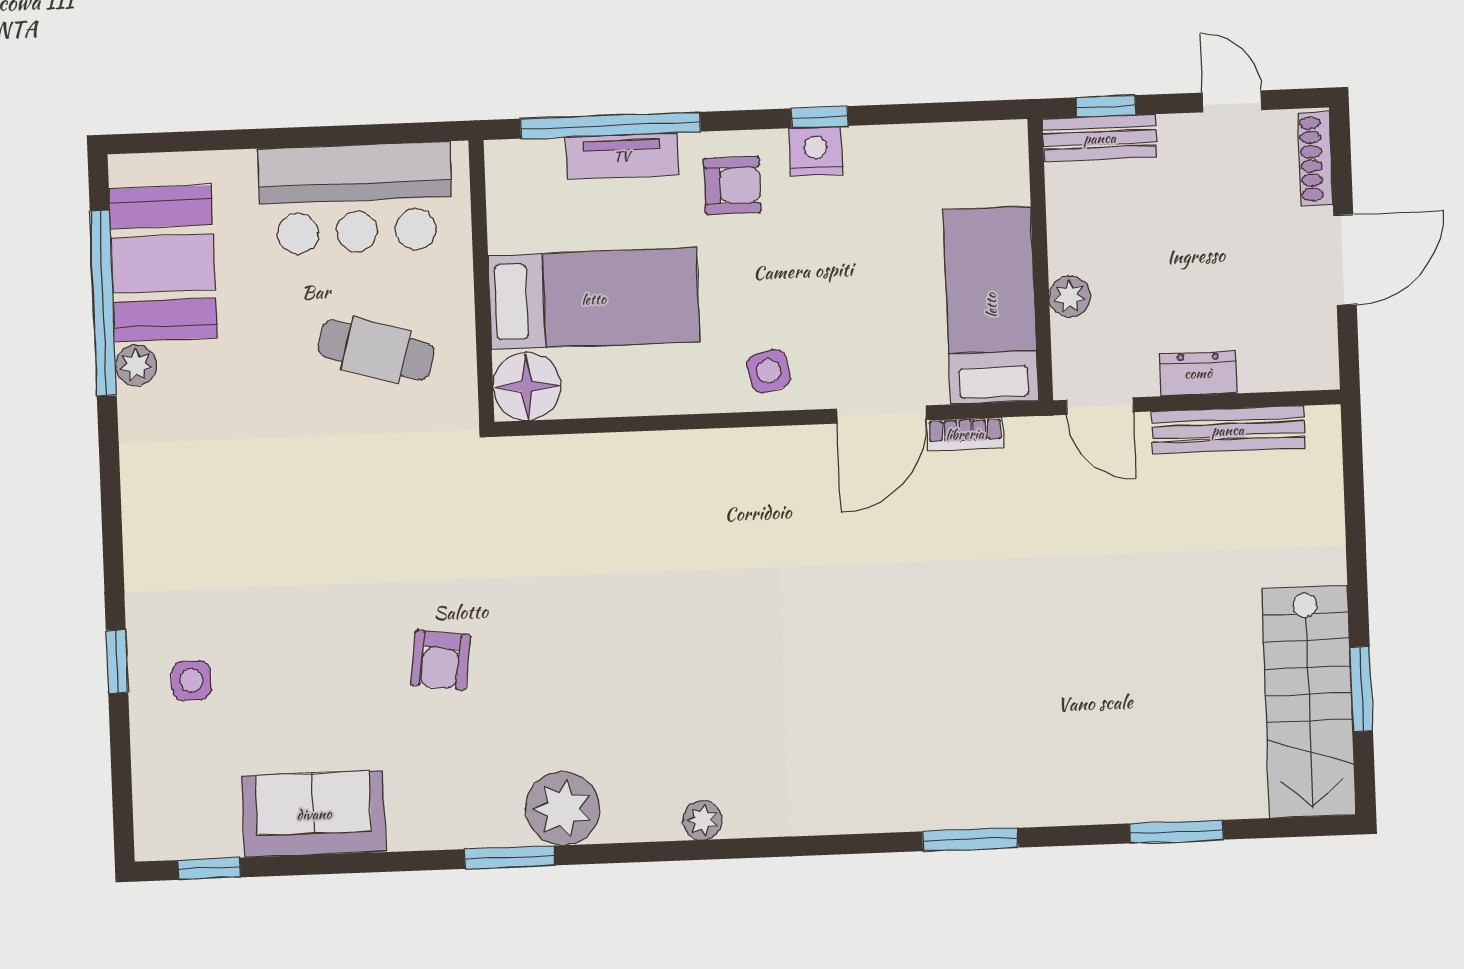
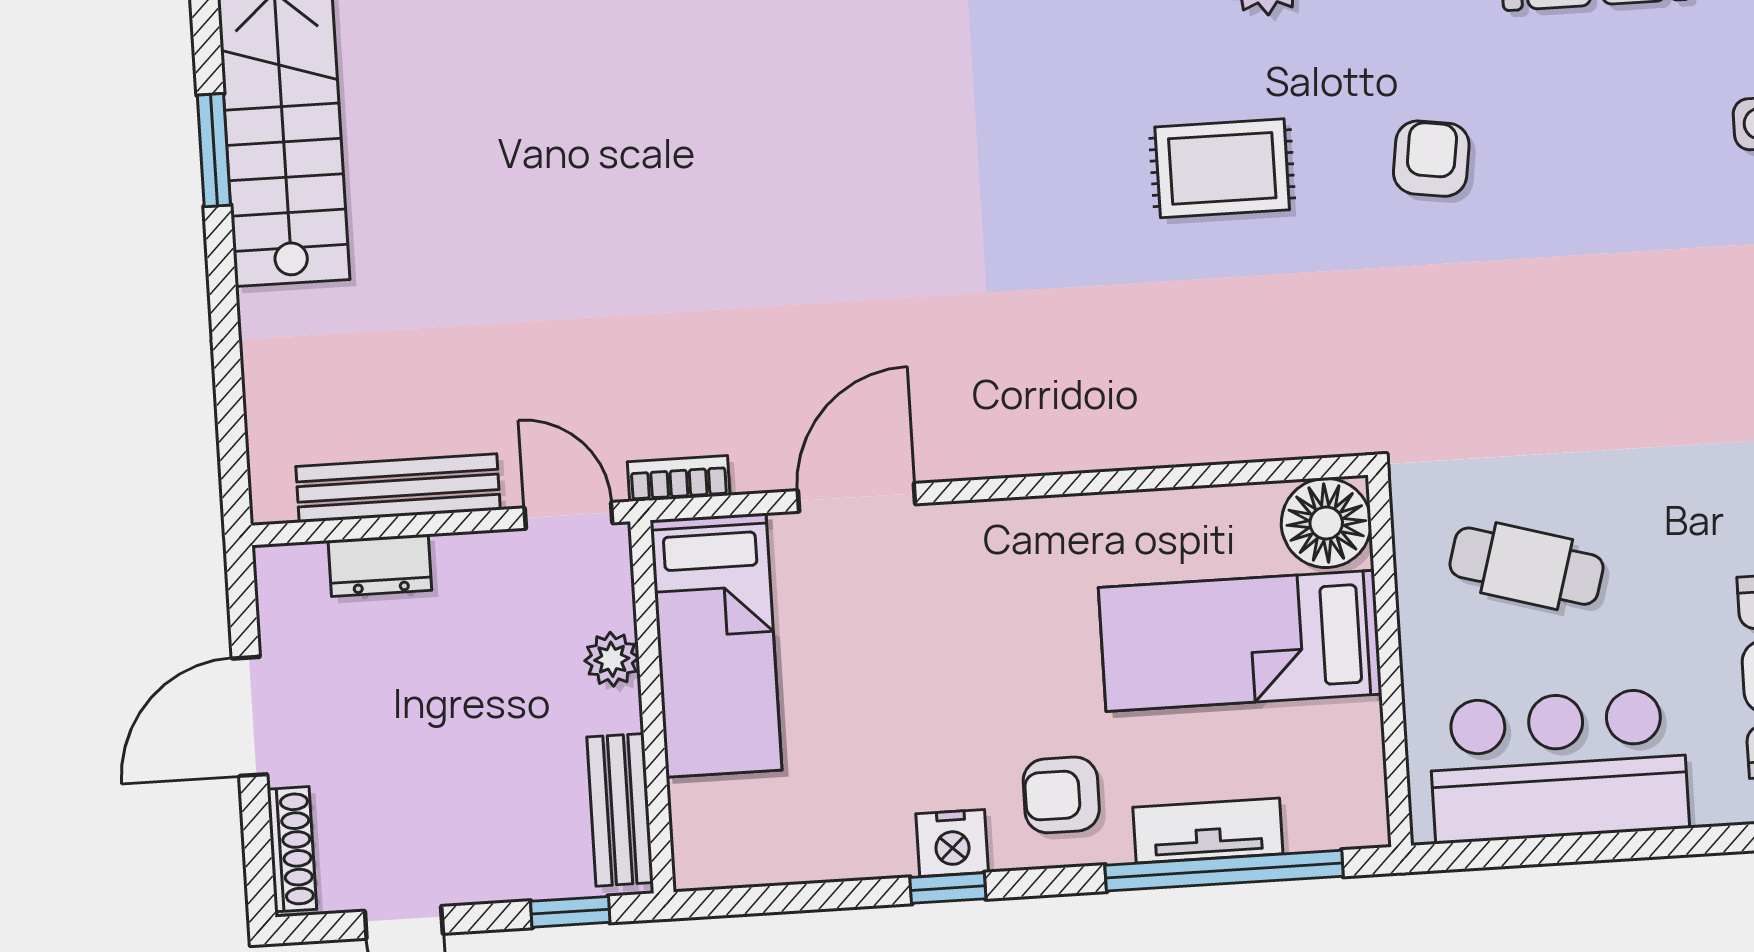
bench: (1100, 138) -> (620, 810), moved, turned 90
side table: (769, 371) -> (1007, 551), removed
dresser: (1198, 373) -> (380, 565), moved
bookcase: (965, 434) -> (679, 479), moved
rug: (599, 657) -> (1222, 168), added

